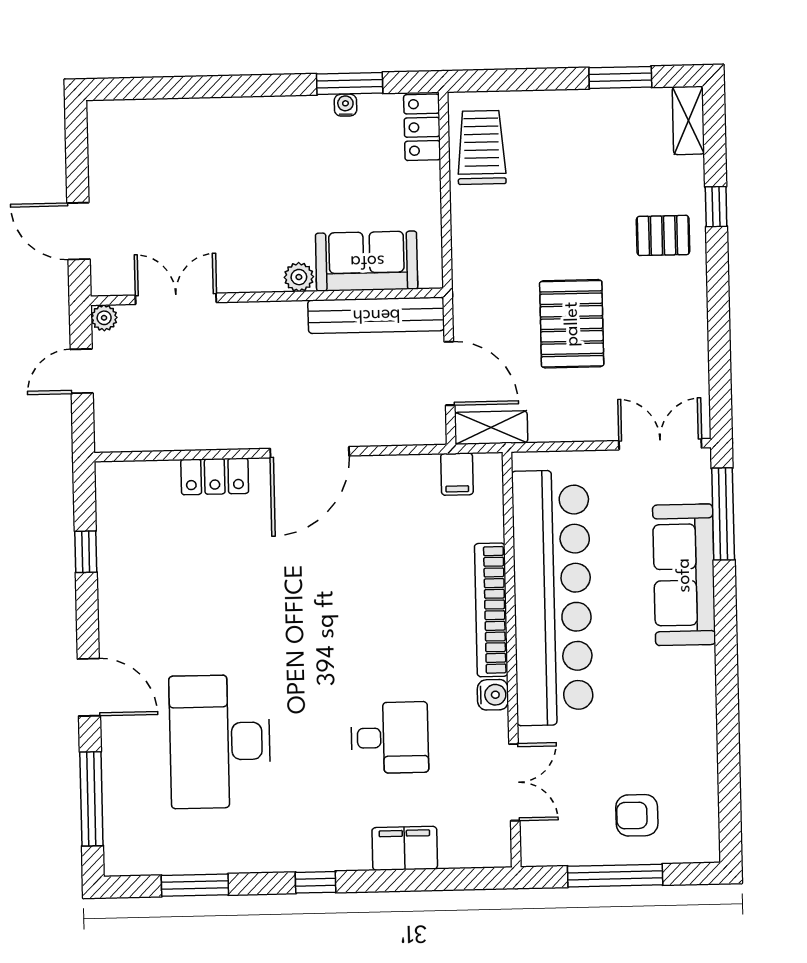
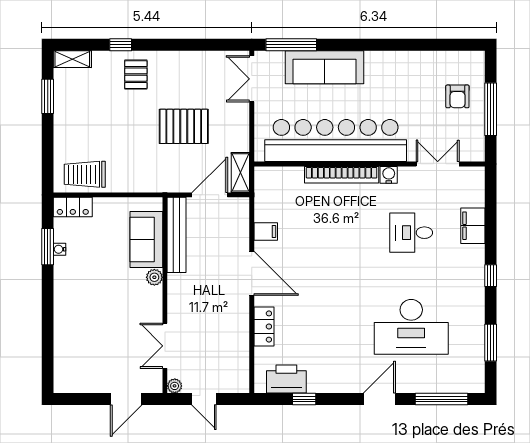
filing cabinet: (457, 474) -> (266, 231), moved
printer: (121, 519) -> (286, 379), added
desk: (390, 738) -> (411, 233), turned -90

